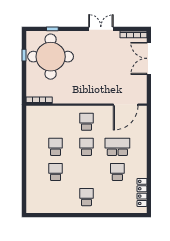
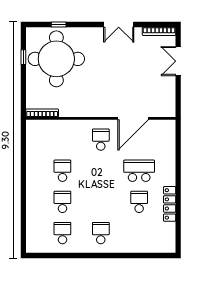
double door: (101, 29) -> (119, 25), swing flipped
double door: (149, 58) -> (178, 61), width x0.73
door: (126, 105) -> (133, 118), moved
school desk: (86, 147) -> (62, 233), moved
locker: (142, 192) -> (170, 204), moved

